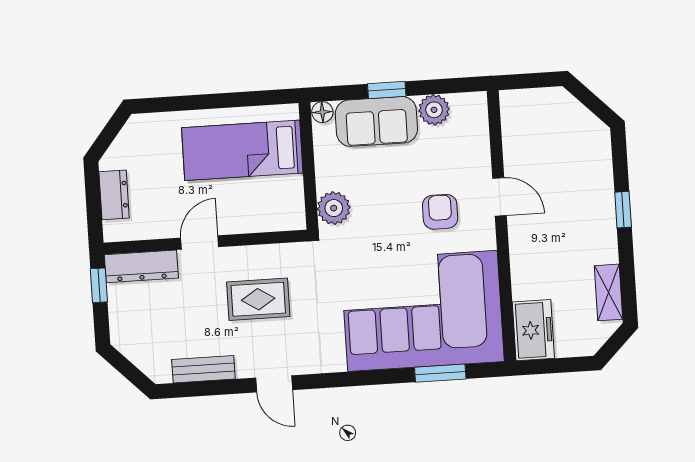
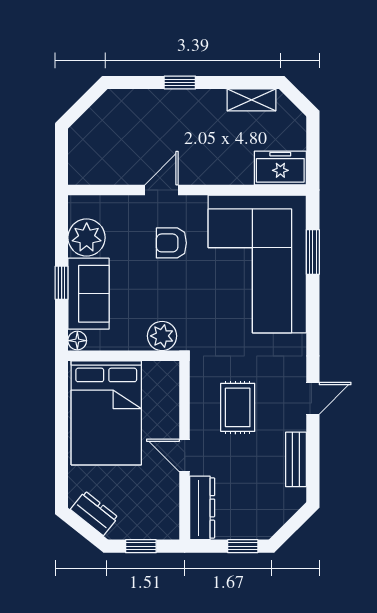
plant: (434, 110) -> (87, 238), width x1.36, depth x1.36
bed: (242, 150) -> (106, 413), width x1.50
dresser: (114, 195) -> (94, 513), moved, turned 38
window: (93, 199) -> (141, 546), added
window: (99, 285) -> (243, 546), moved

